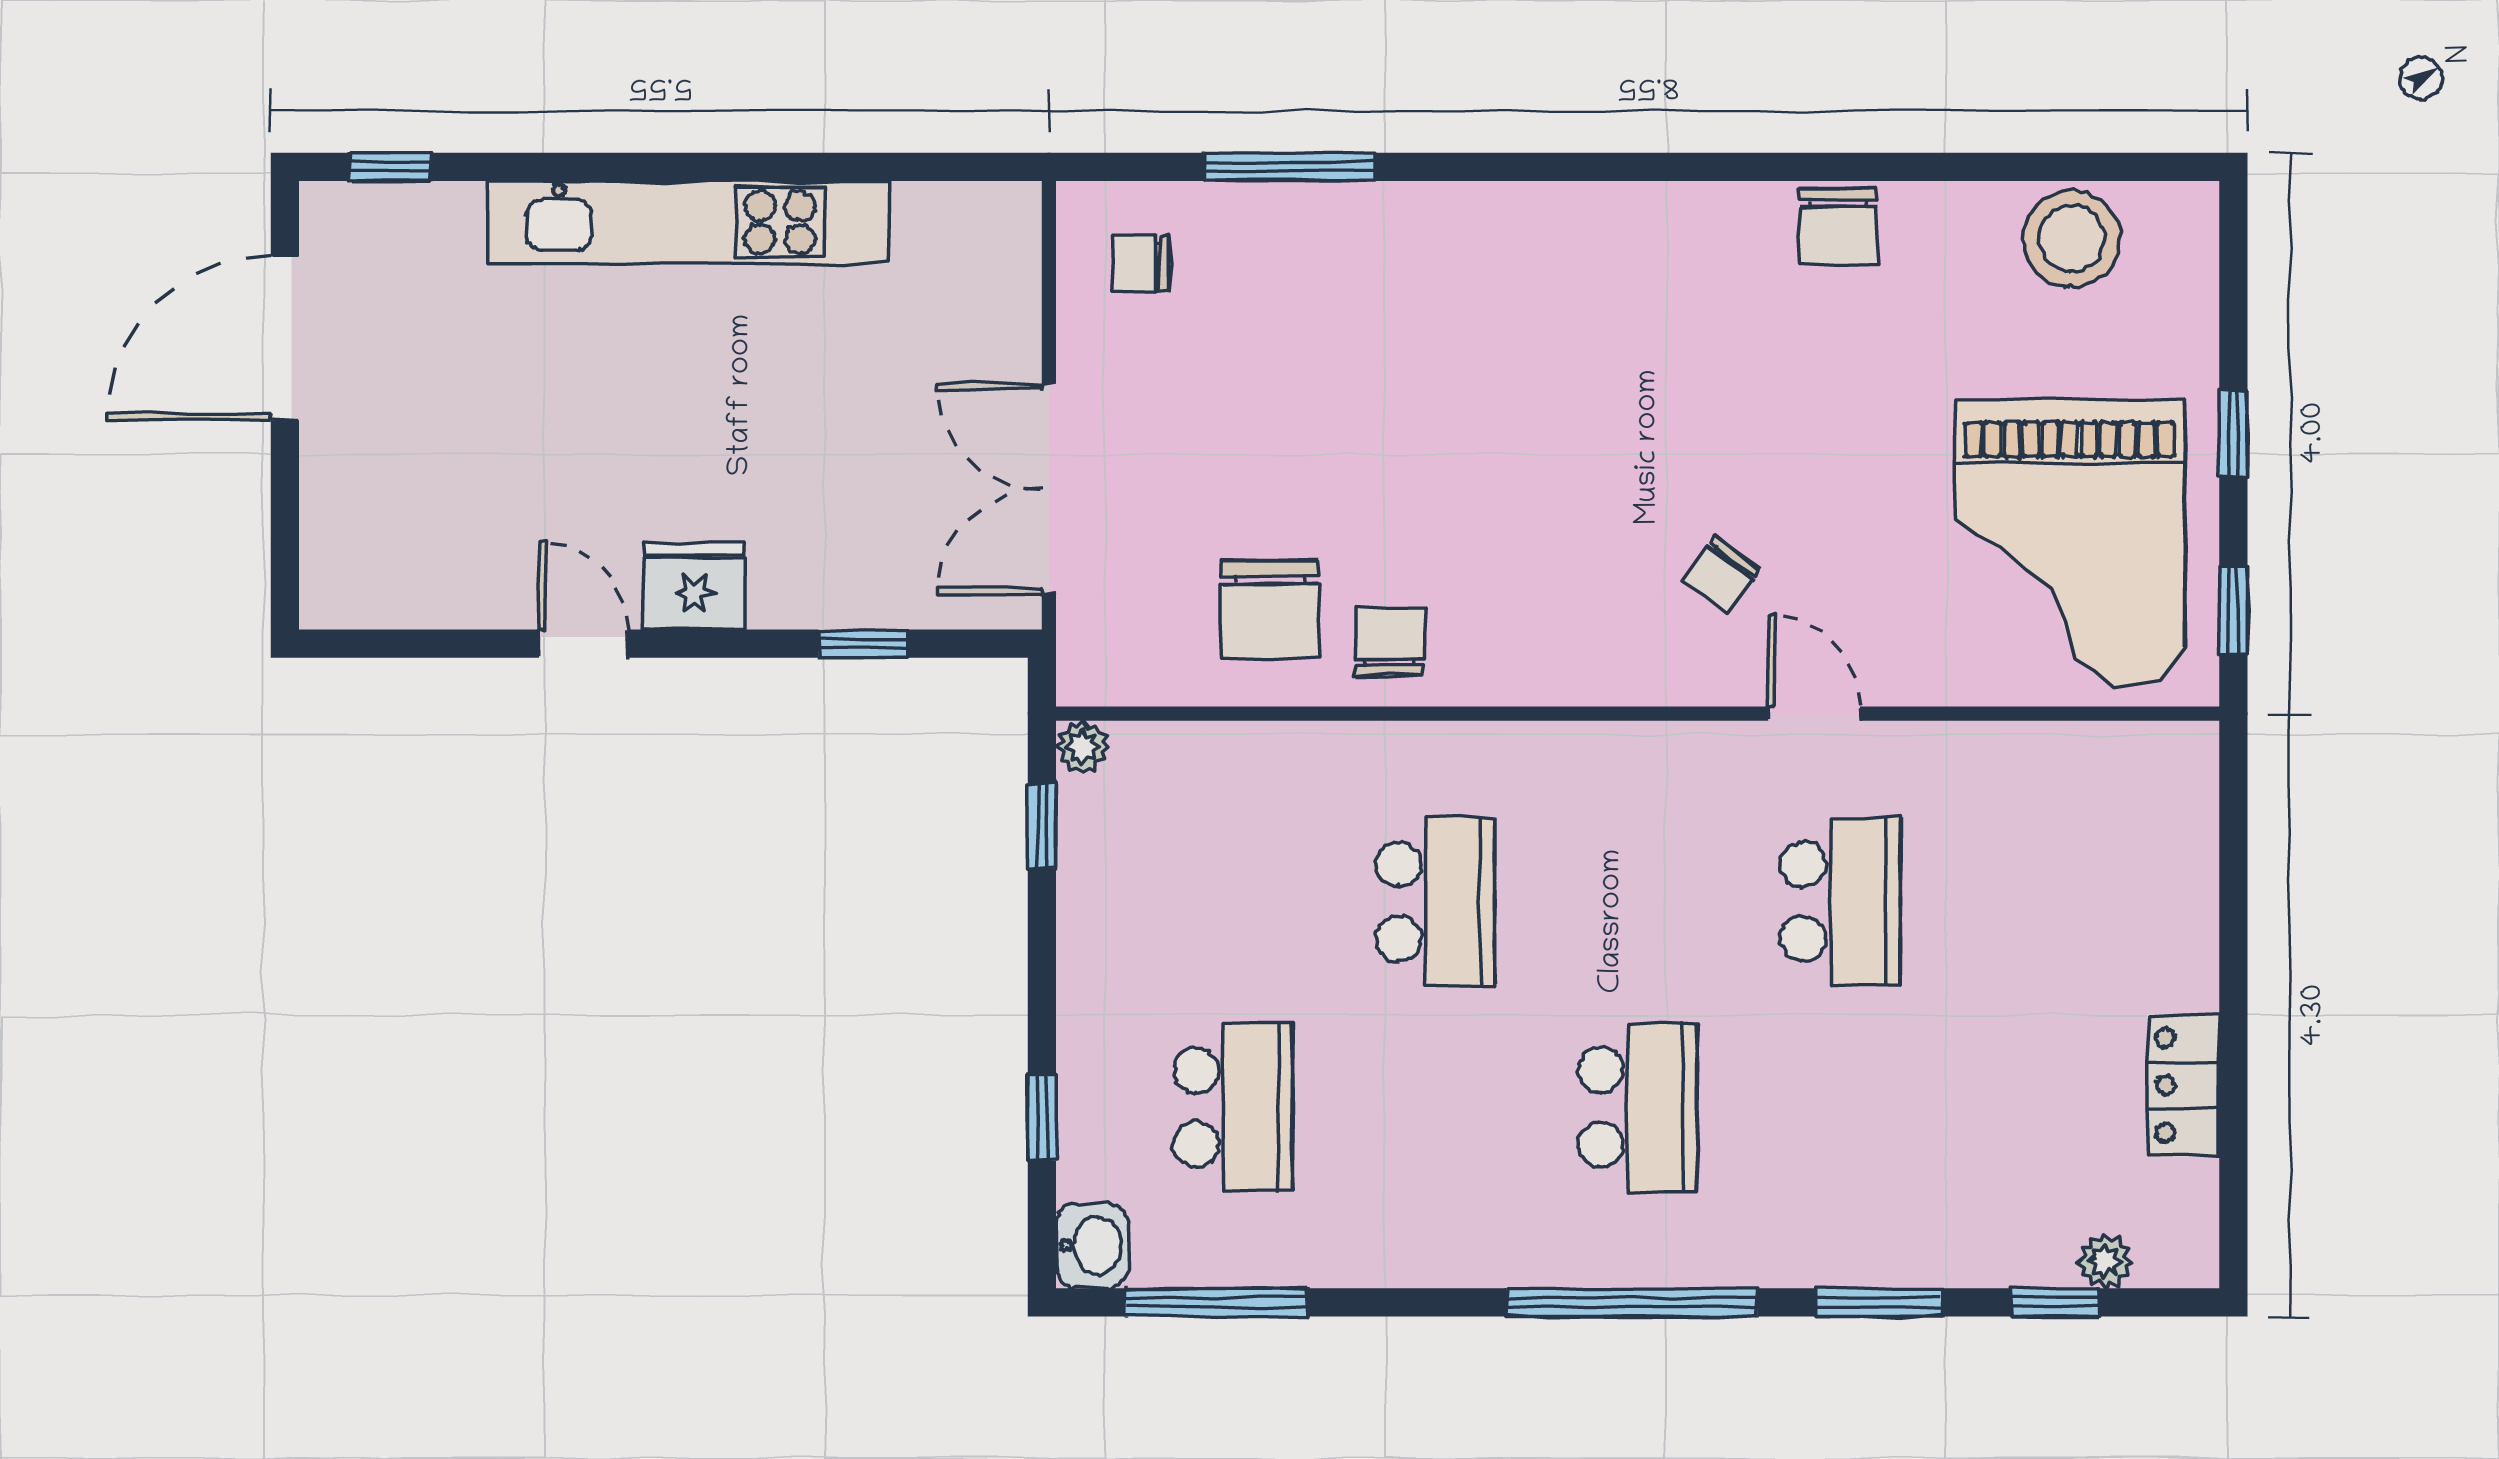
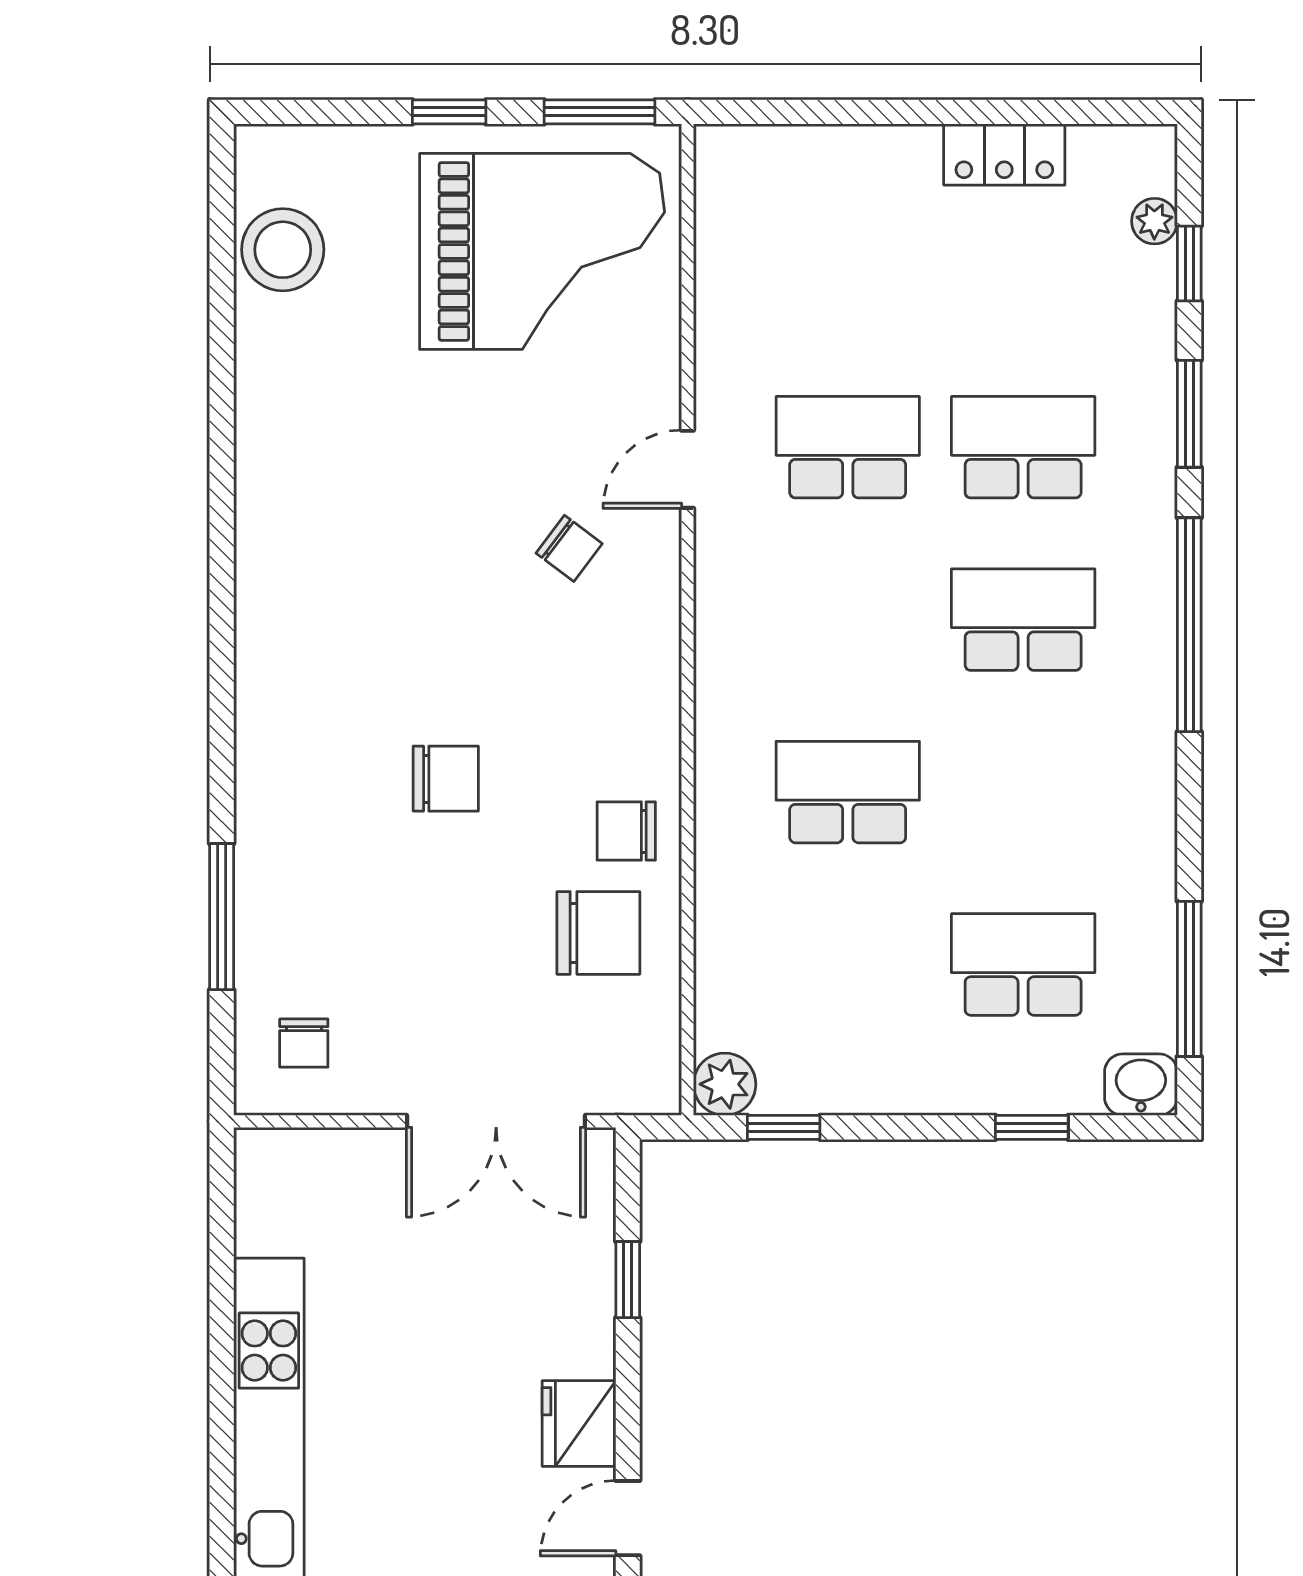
chair: (1838, 227) -> (446, 779), moved
window: (2233, 610) -> (599, 112), width x1.50
plant: (1083, 747) -> (725, 1084), width x1.38, depth x1.38
school desk: (1840, 1107) -> (1023, 447), added

